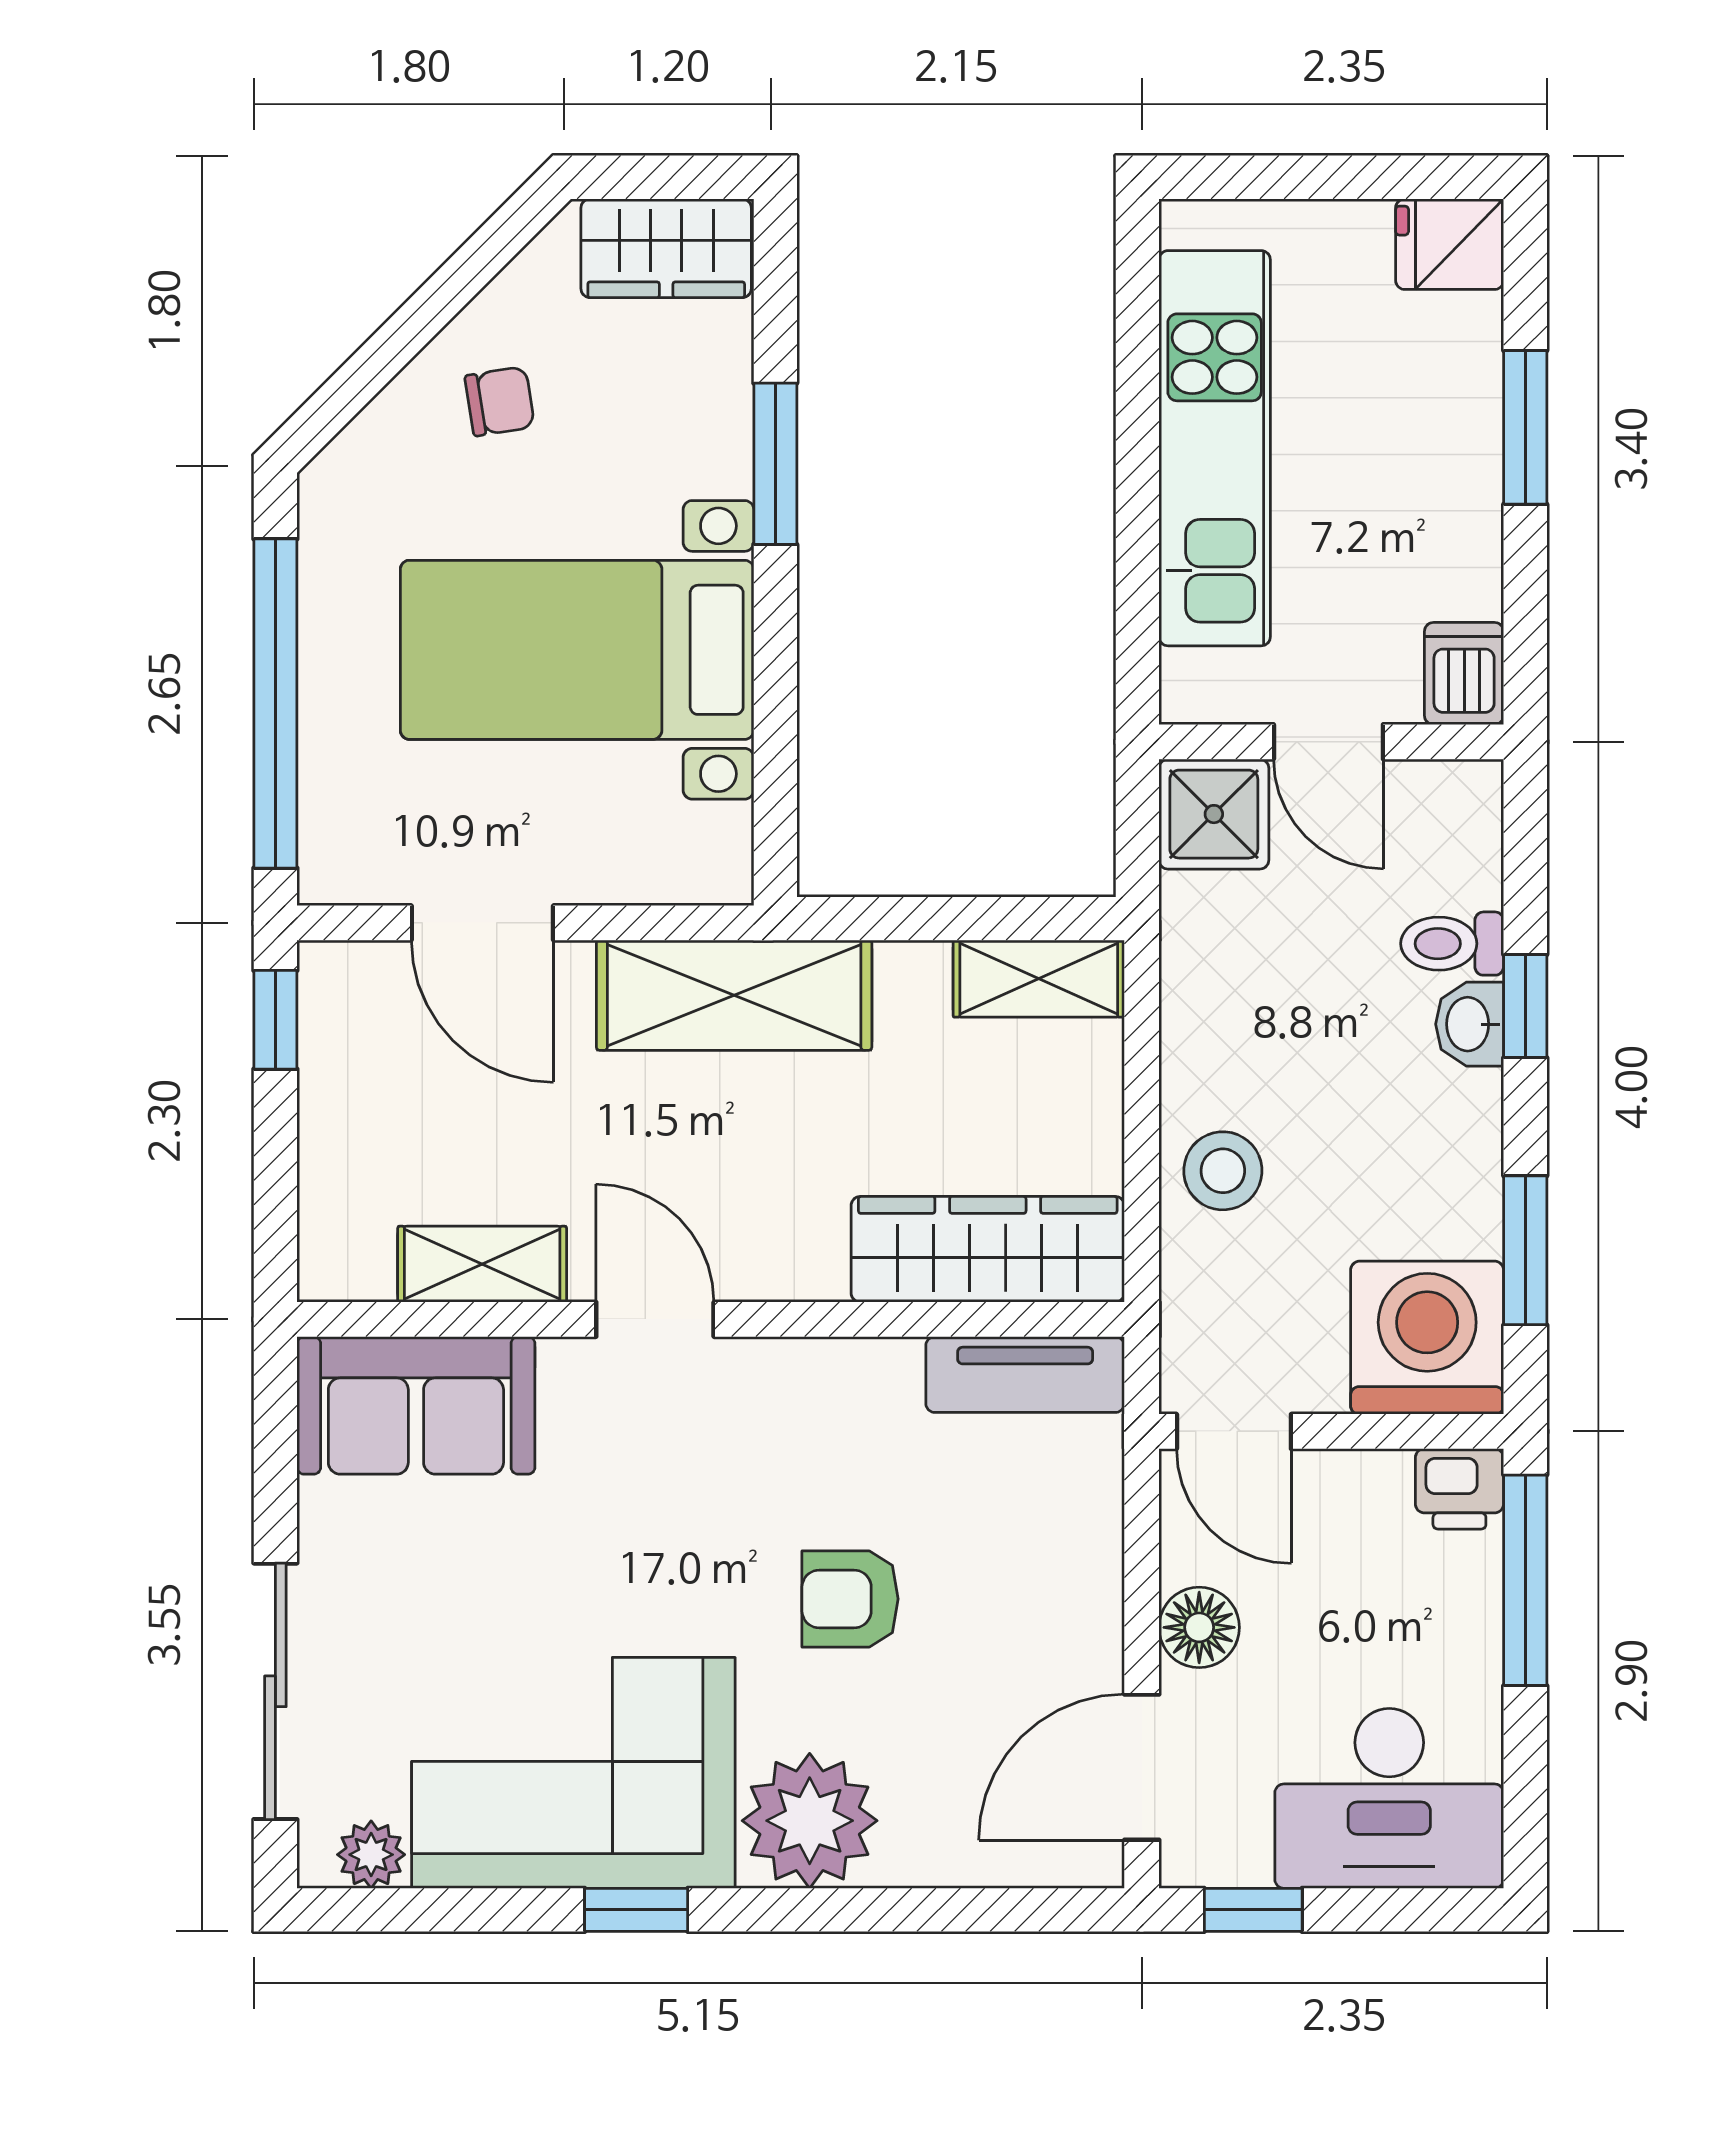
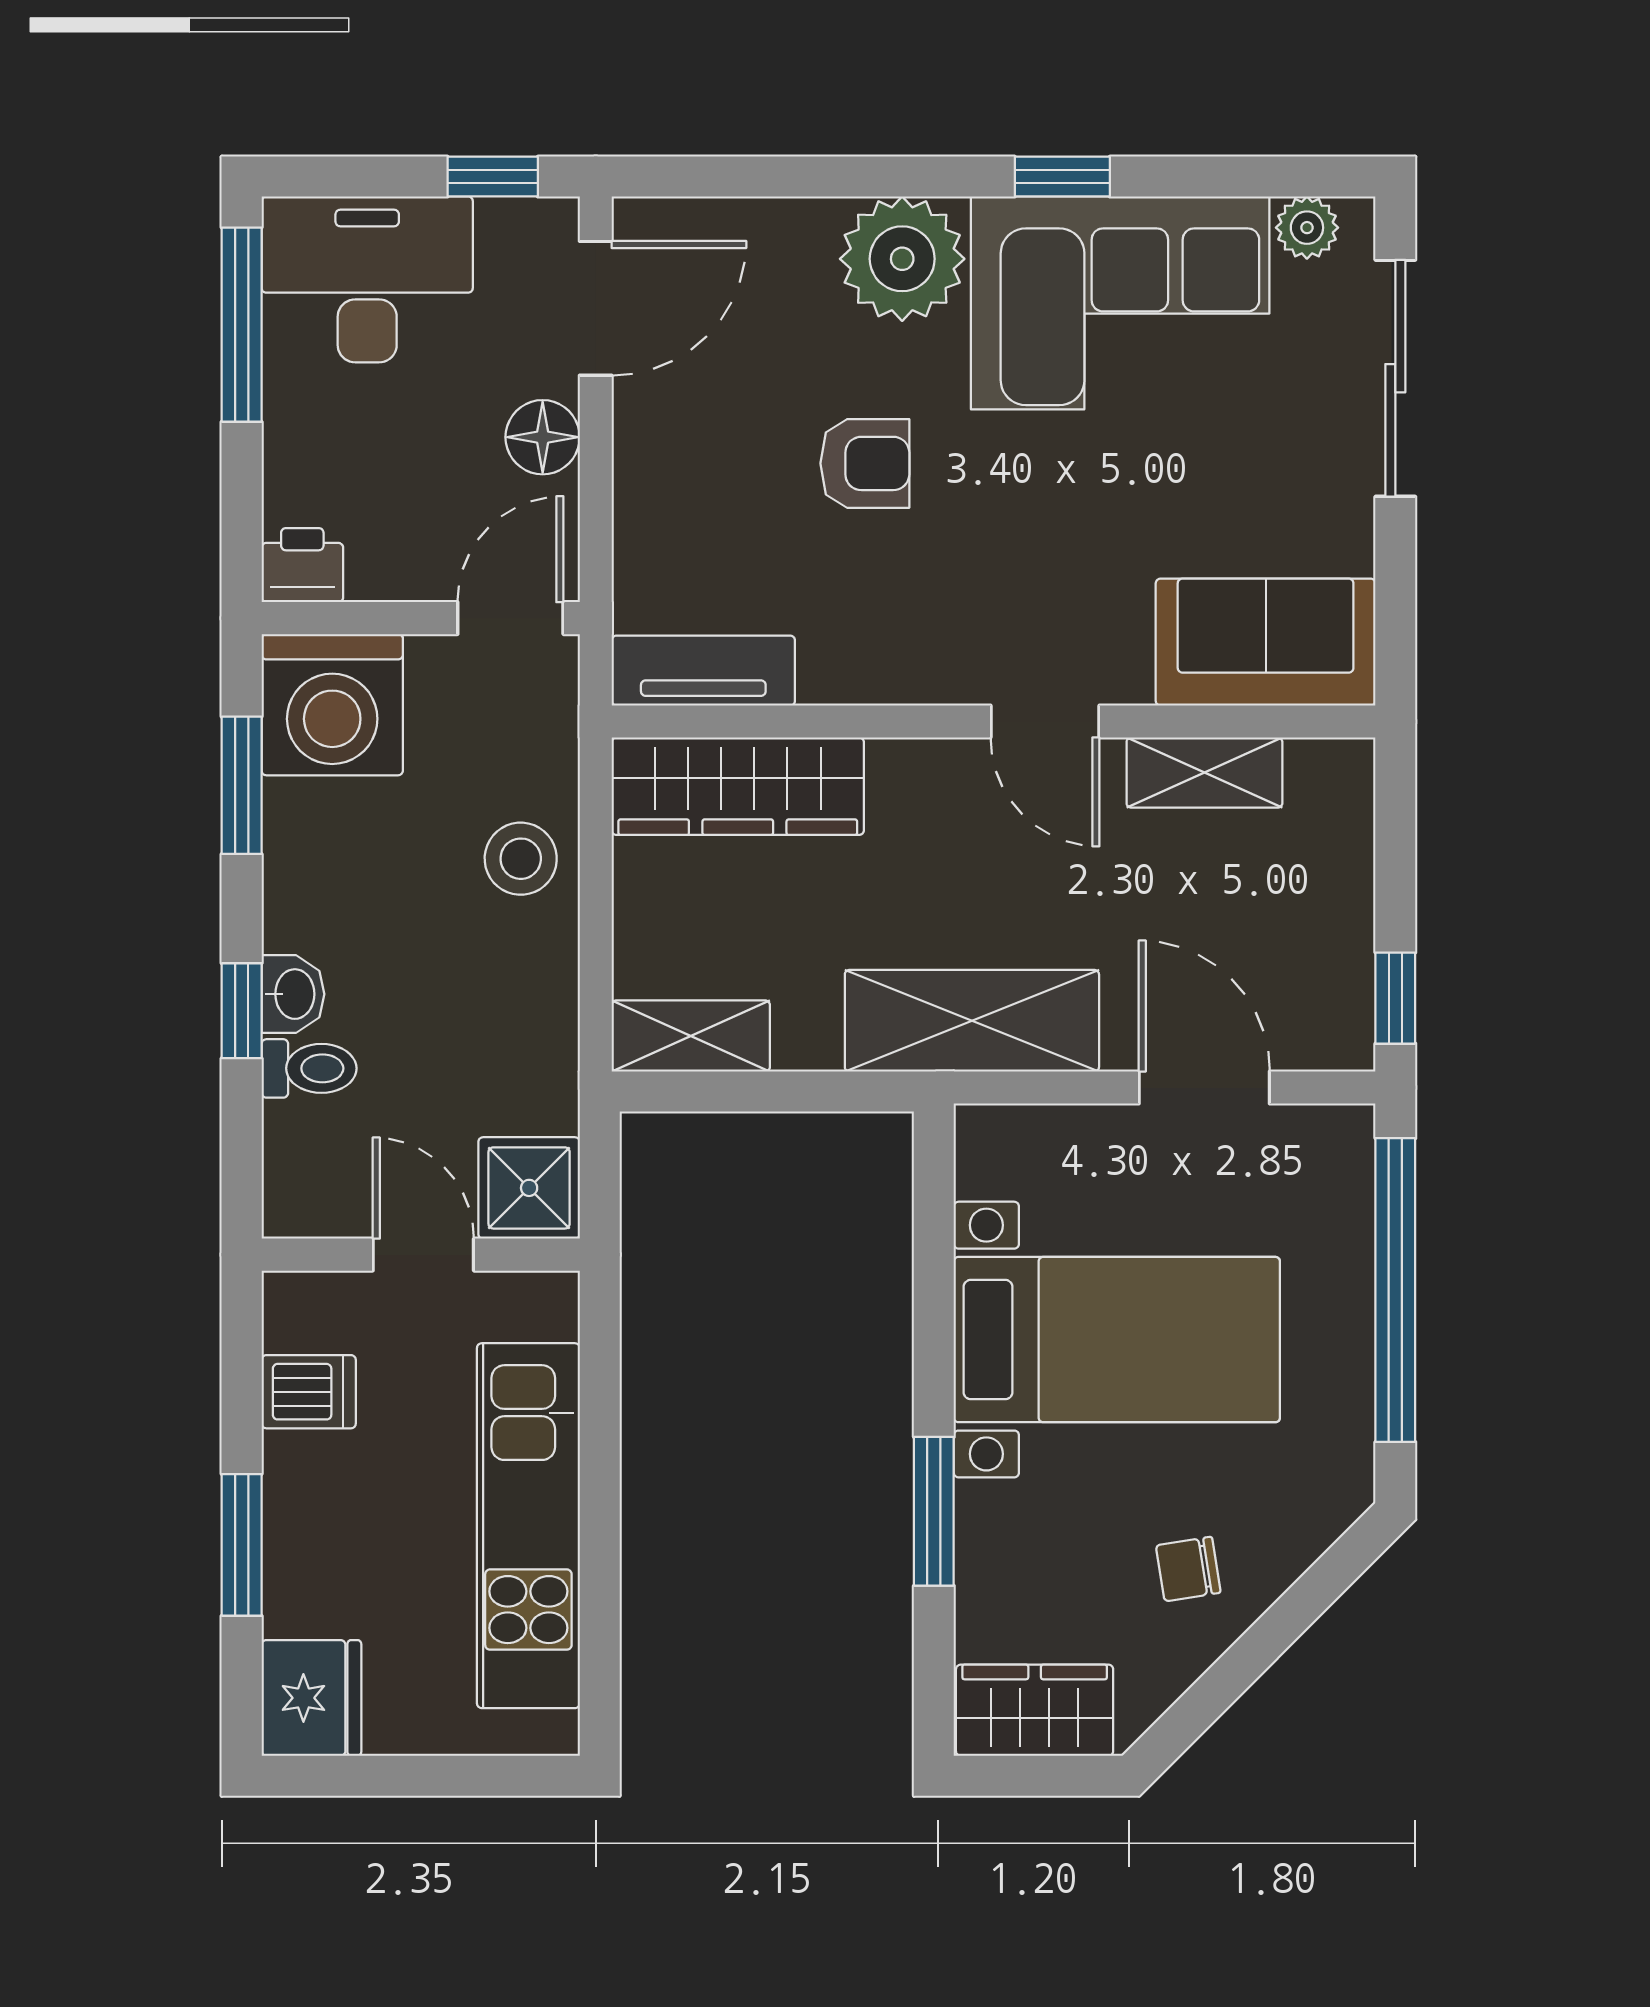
fridge: (1450, 244) -> (311, 1698), width x1.38
dishwasher: (1464, 674) -> (309, 1392), moved, turned -90
door: (1234, 1431) -> (510, 618), hinge flipped
window: (1525, 1580) -> (242, 325), moved

